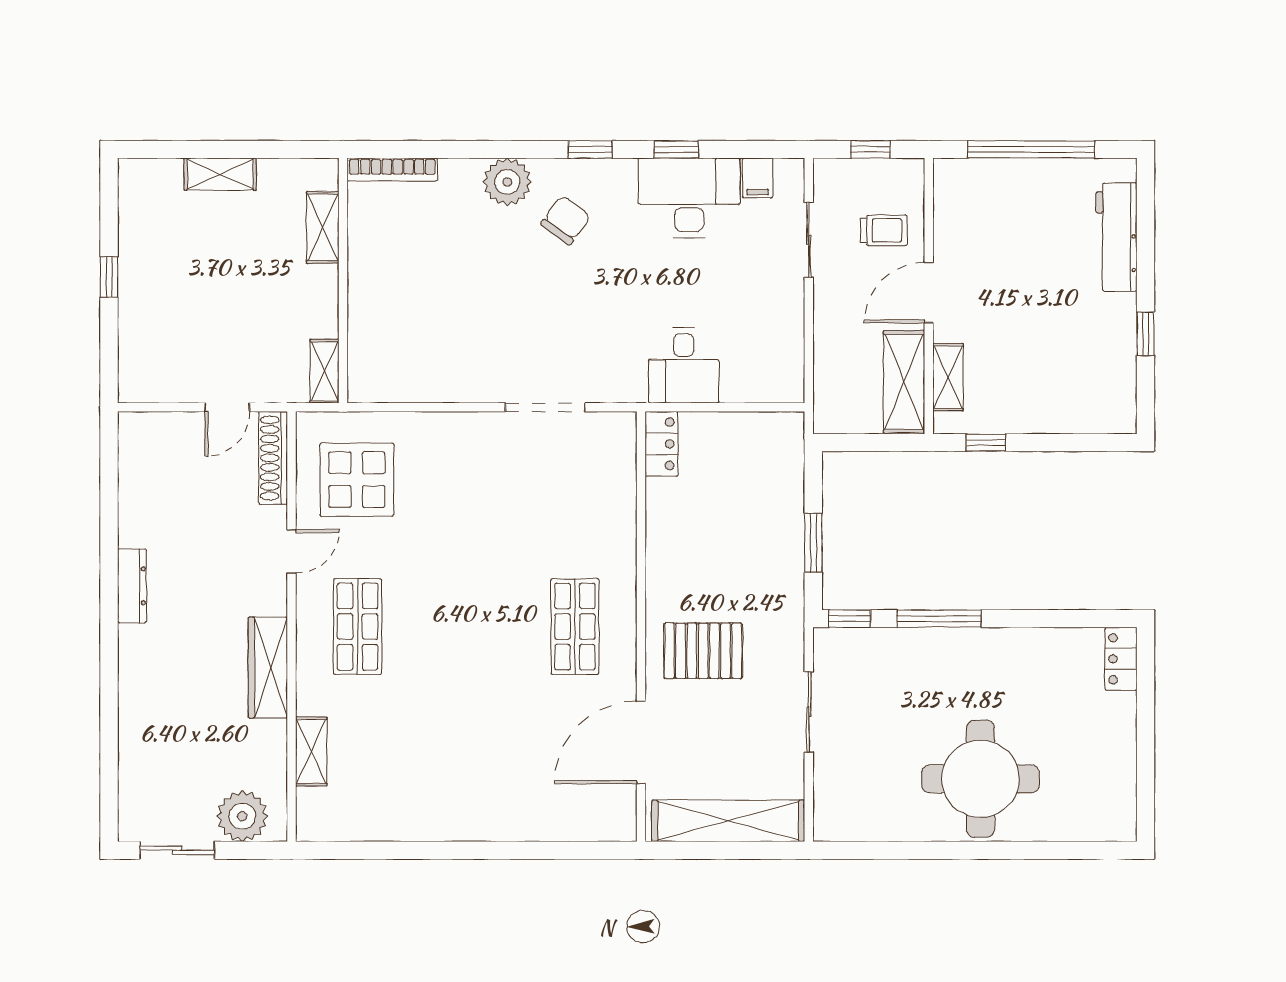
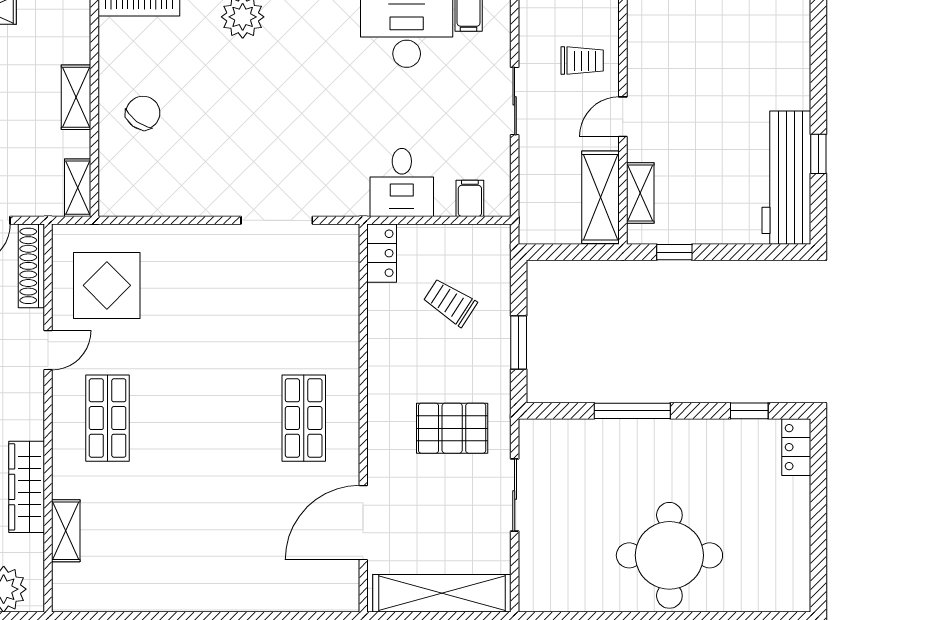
chair: (566, 220) -> (143, 113), moved
shelving: (323, 227) -> (76, 97), moved
workbench: (1117, 237) -> (786, 178), moved, width x1.36, depth x1.32
sliding door: (809, 240) -> (515, 101), moved
door: (929, 293) -> (623, 117), width x0.73
filing cabinet: (759, 383) -> (470, 198), added
trolley: (737, 498) -> (450, 302), added
window: (850, 619) -> (749, 411), moved
pallet: (703, 651) -> (452, 428), moved
wardrobe: (268, 668) -> (27, 487), moved

